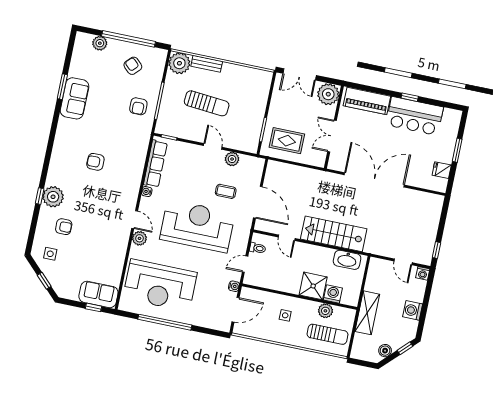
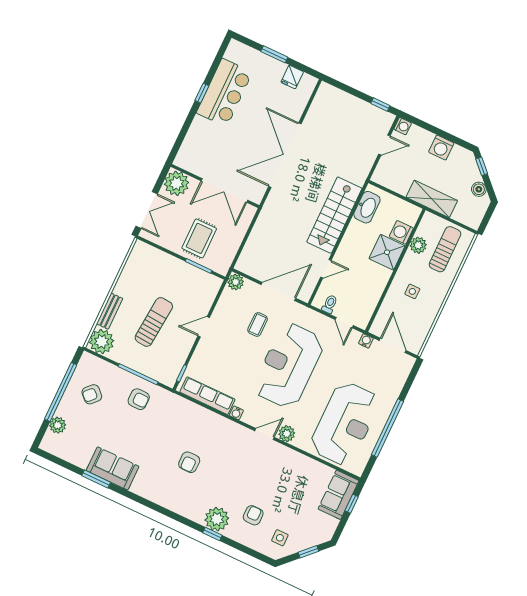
piano: (367, 101) -> (195, 142), removed
double door: (332, 136) -> (224, 190), width x1.37
rug: (287, 141) -> (199, 238), moved
plant: (232, 159) -> (236, 282), moved

